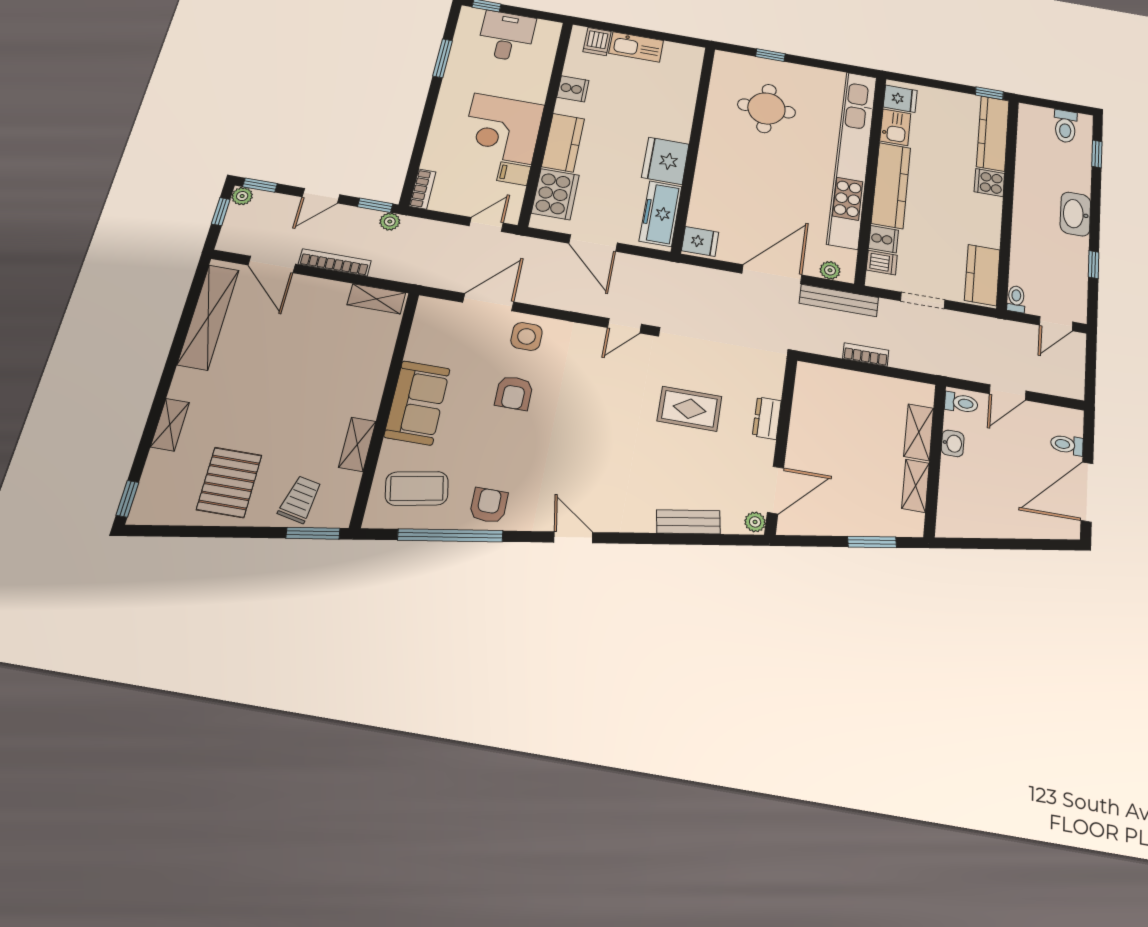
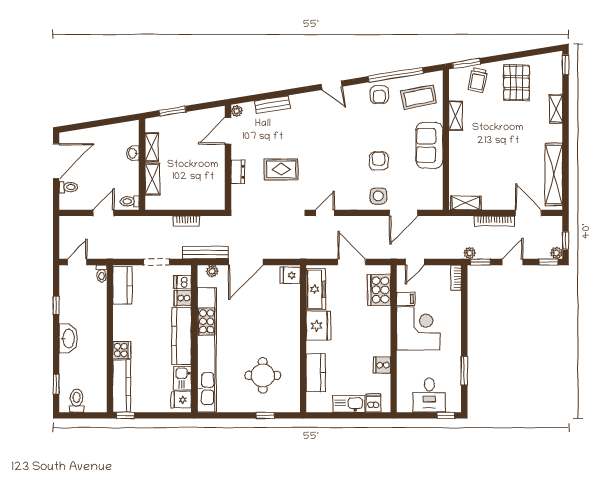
kitchen counter: (563, 143) -> (316, 373), moved, turned 180
washbasin: (953, 443) -> (133, 153), moved

